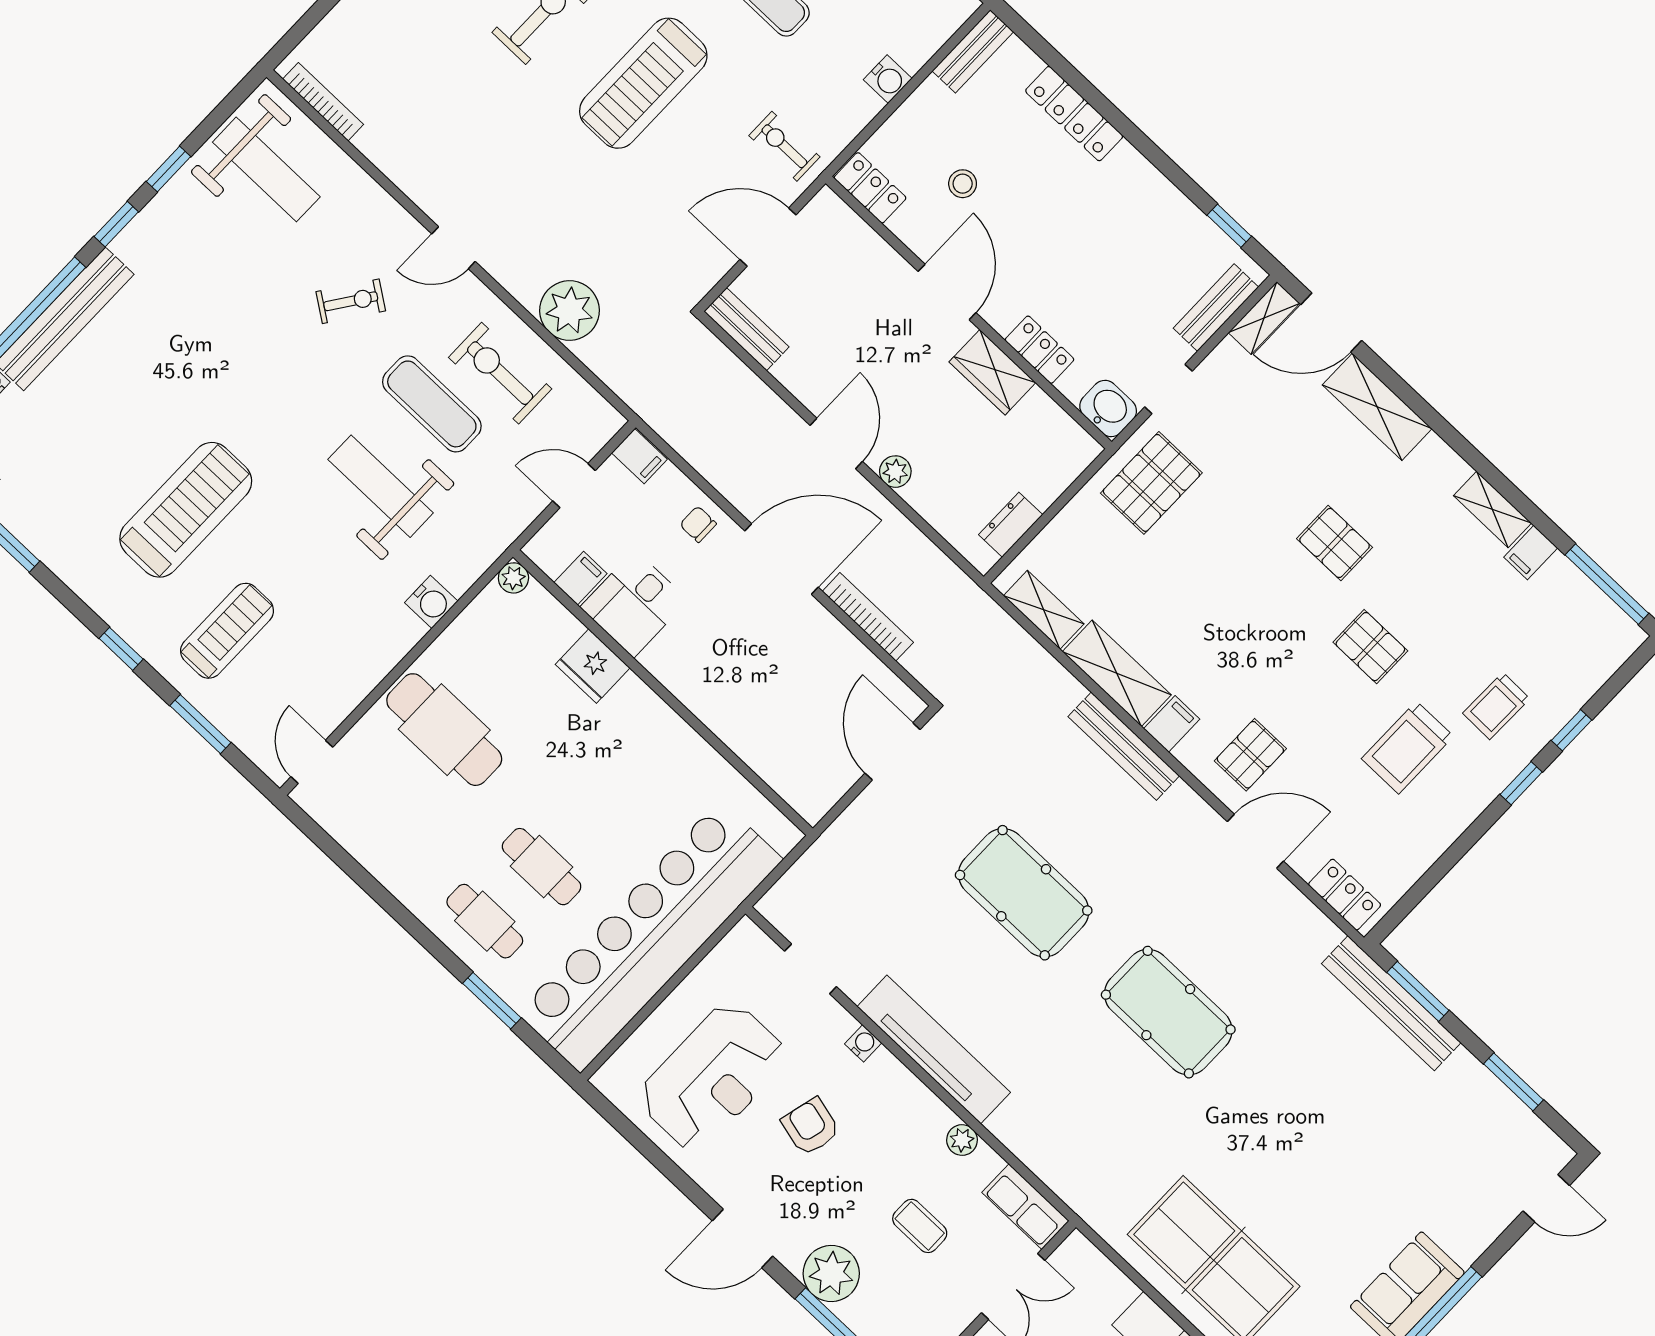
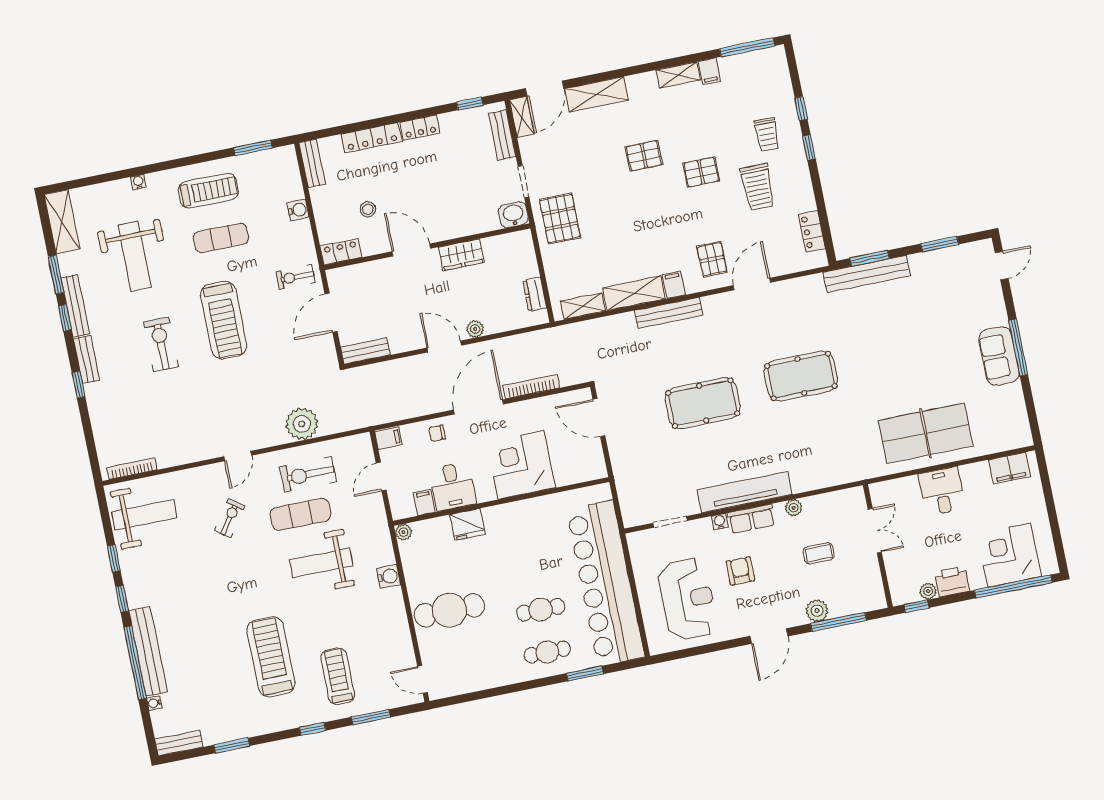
locker: (1039, 350) -> (420, 128), moved, turned 180
corner desk: (739, 684) -> (521, 465), added
locker: (1345, 895) -> (812, 231), moved, turned -90
armchair: (811, 1127) -> (740, 571), turned 76
row of seats: (1025, 1207) -> (751, 519), moved
plant: (831, 1274) -> (817, 611), width x0.73, depth x0.73

